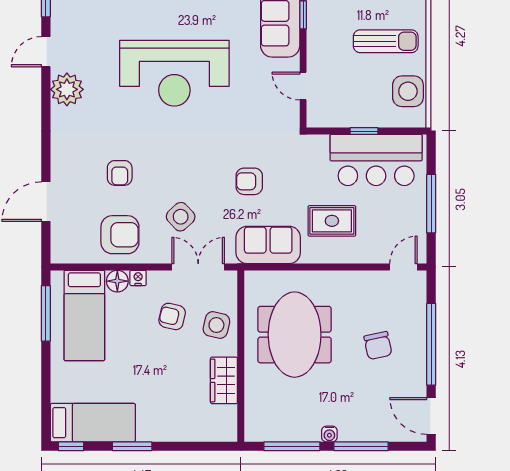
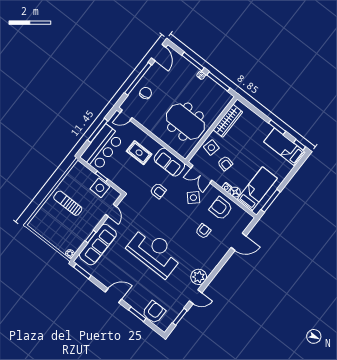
side table: (408, 91) -> (100, 188), moved
bar counter: (376, 160) -> (102, 148), moved, turned 90
meeting table: (295, 335) -> (185, 122), turned 90
chair: (378, 346) -> (146, 93), moved
wardrobe: (224, 380) -> (228, 121), width x1.50

